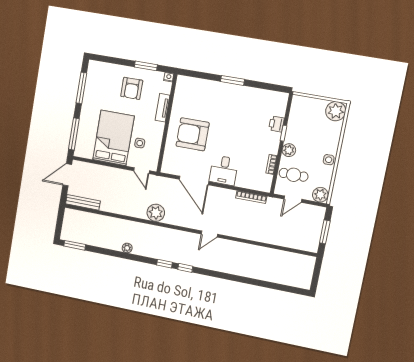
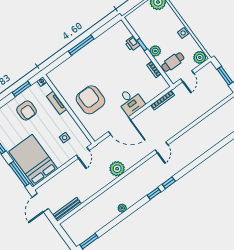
window: (232, 80) -> (81, 45), width x1.44
armchair: (193, 134) -> (90, 100), turned 90
bed: (113, 138) -> (33, 160), moved
door: (142, 171) -> (83, 153), hinge flipped

